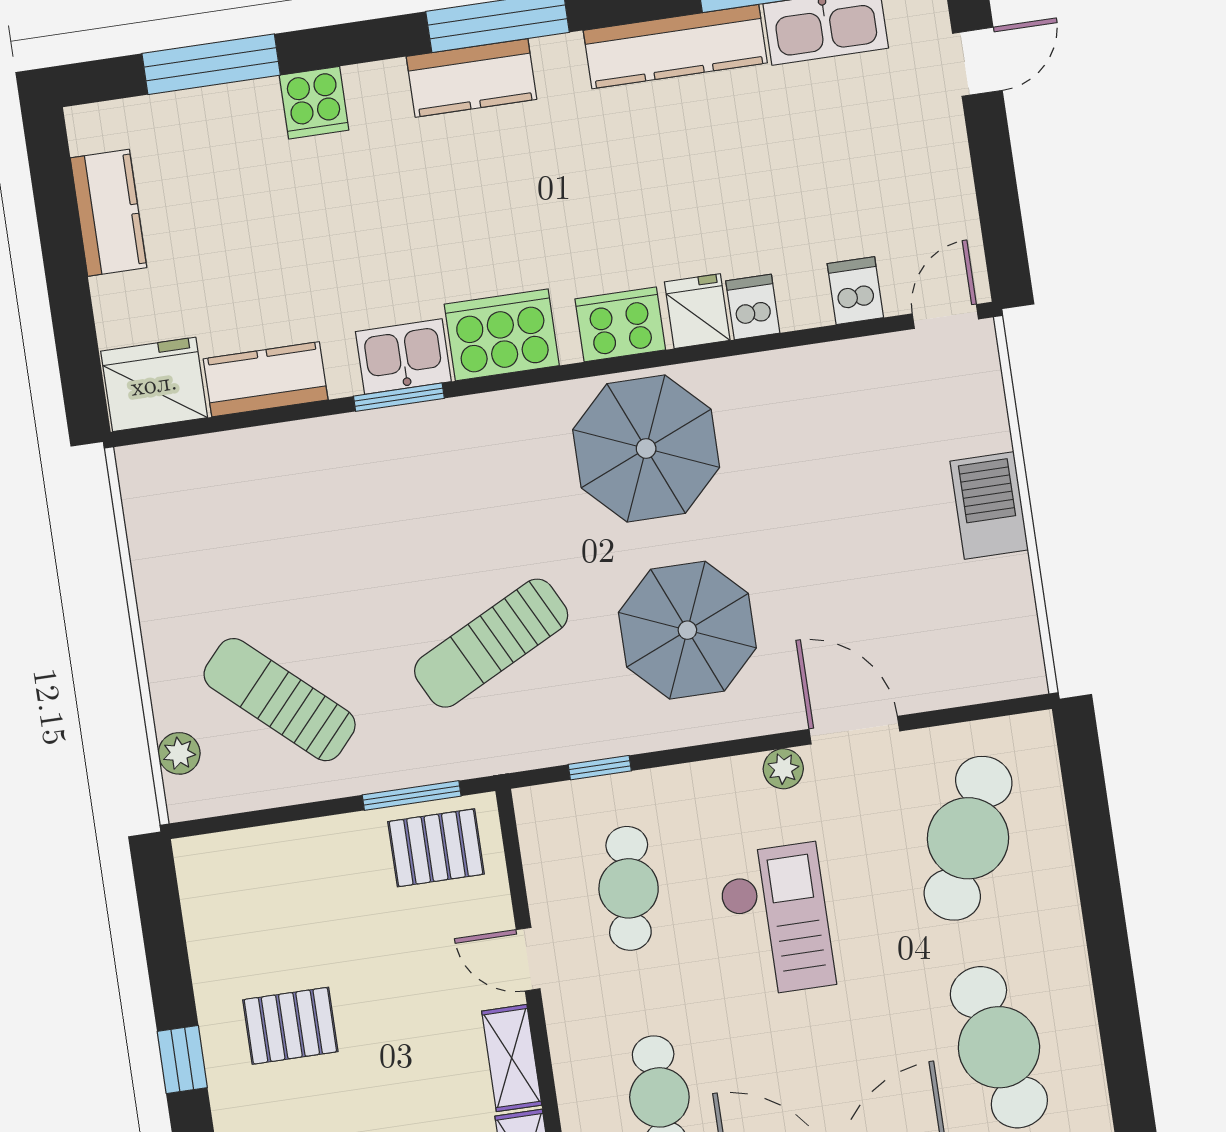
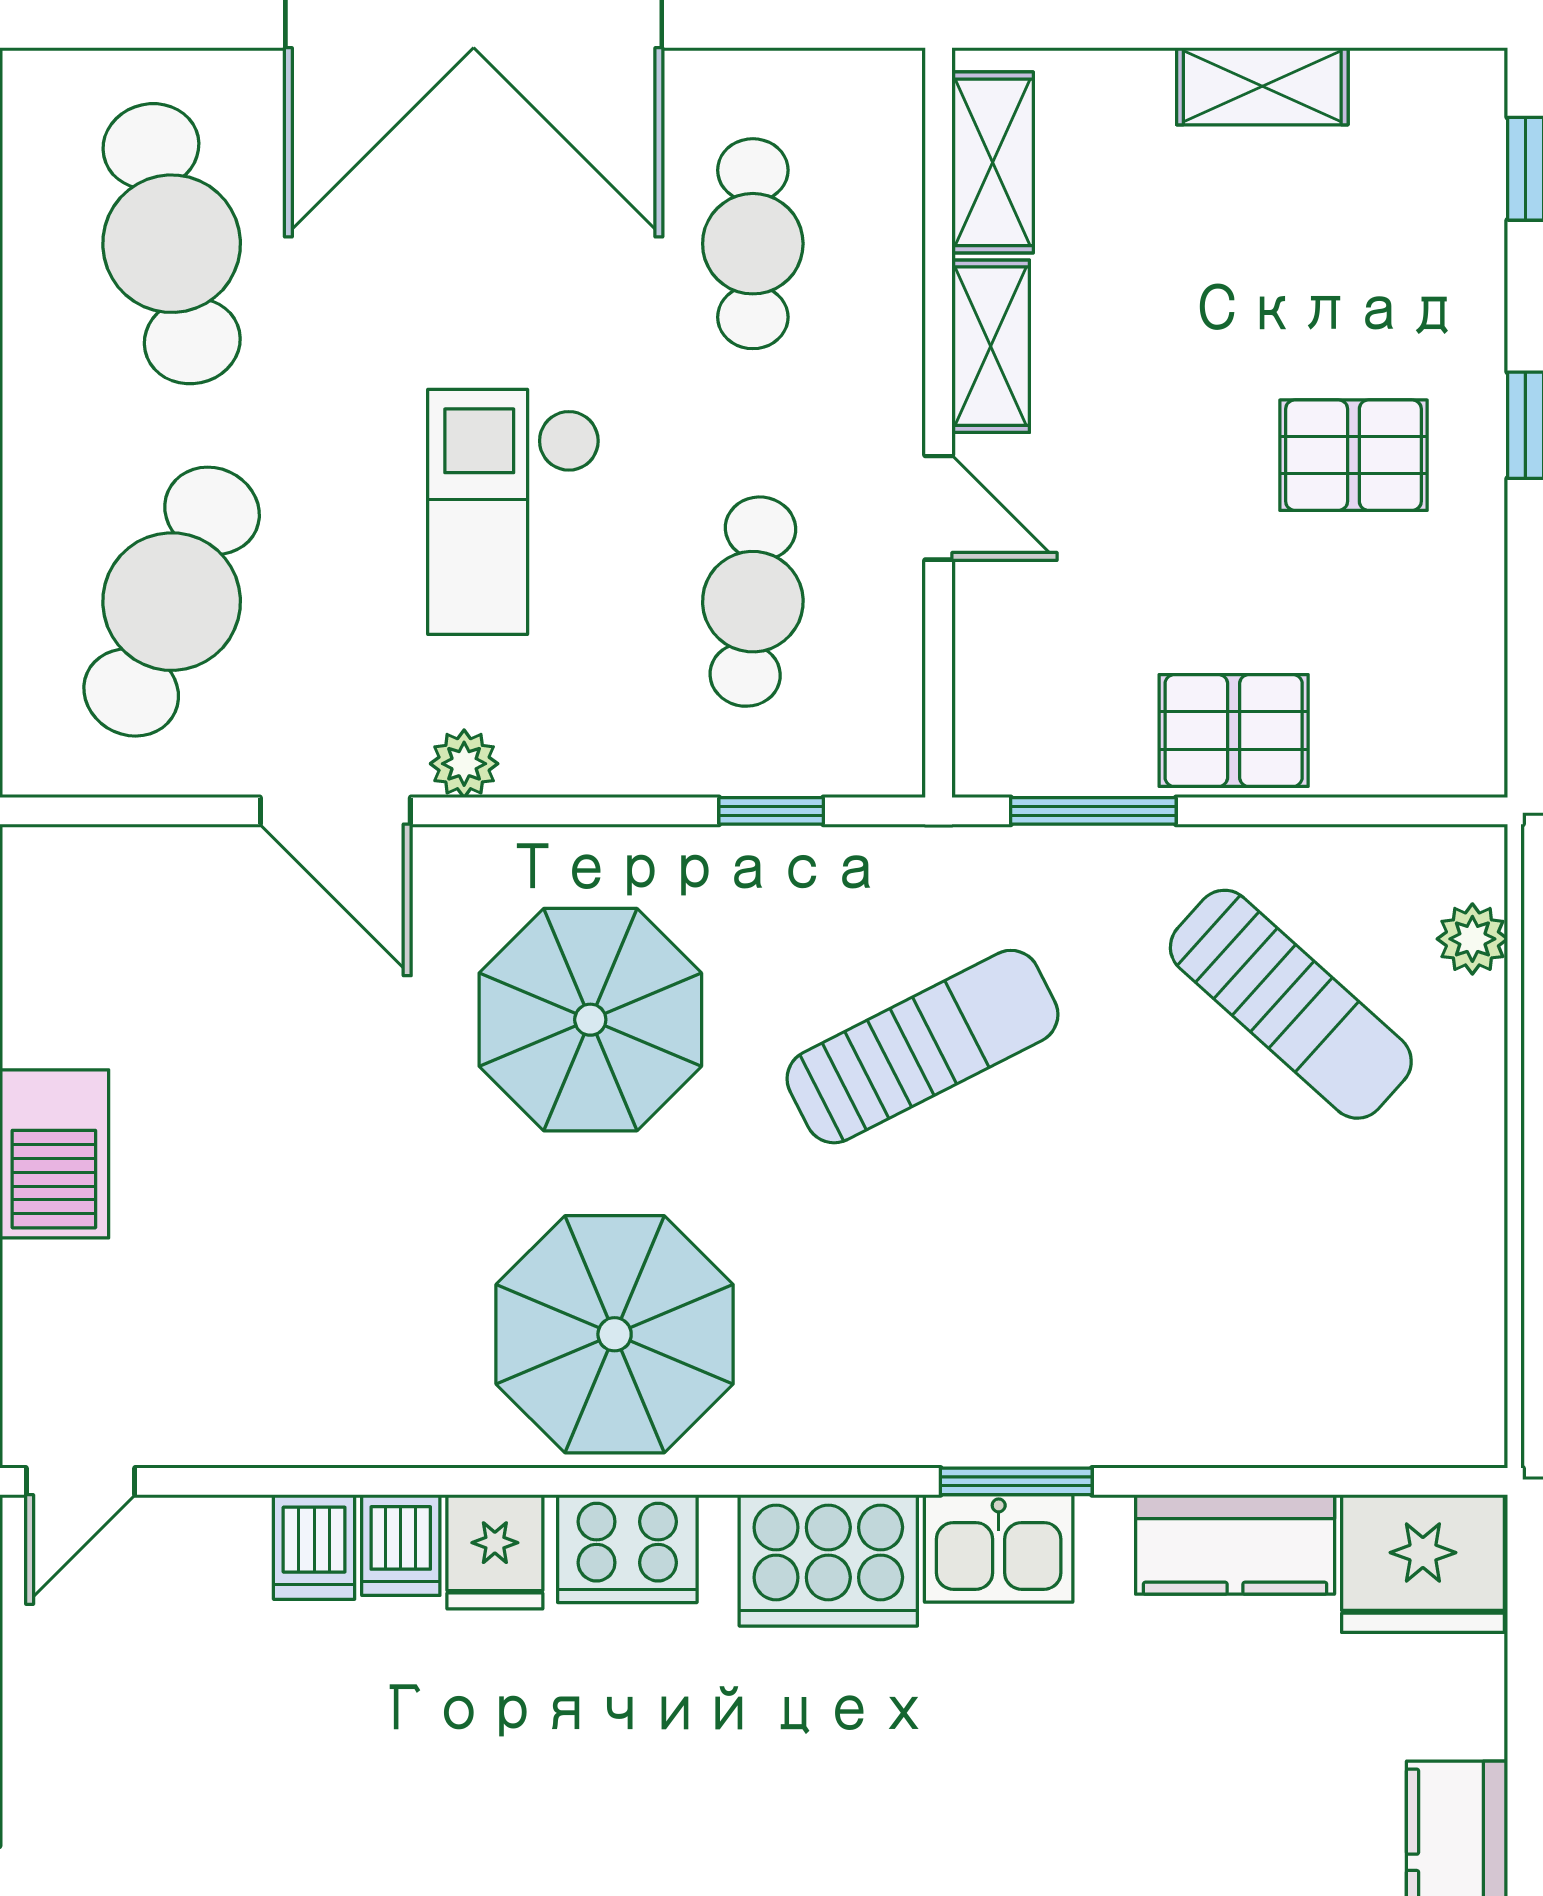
dishwasher: (855, 291) -> (314, 1547), moved
pallet: (436, 848) -> (1234, 731), moved

